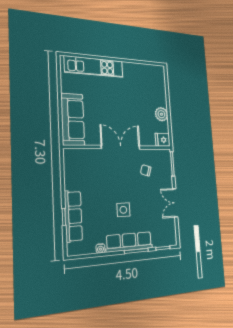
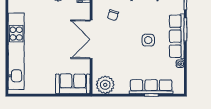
kitchen unit: (94, 67) -> (16, 51), width x1.36
sofa: (73, 119) -> (73, 84), width x0.73
plant: (73, 163) -> (105, 85), added

